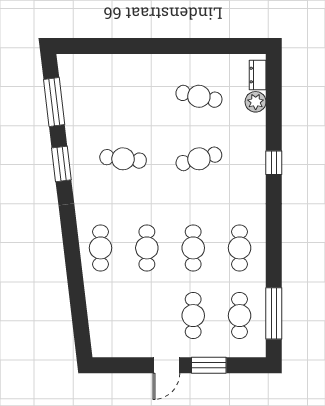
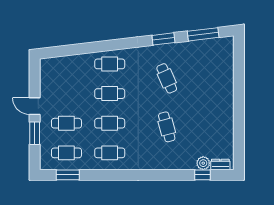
cafe table: (199, 96) -> (207, 127), removed
cafe table: (123, 159) -> (167, 78), turned -30
window: (274, 163) -> (203, 175), moved
window: (274, 313) -> (68, 175), width x0.69

